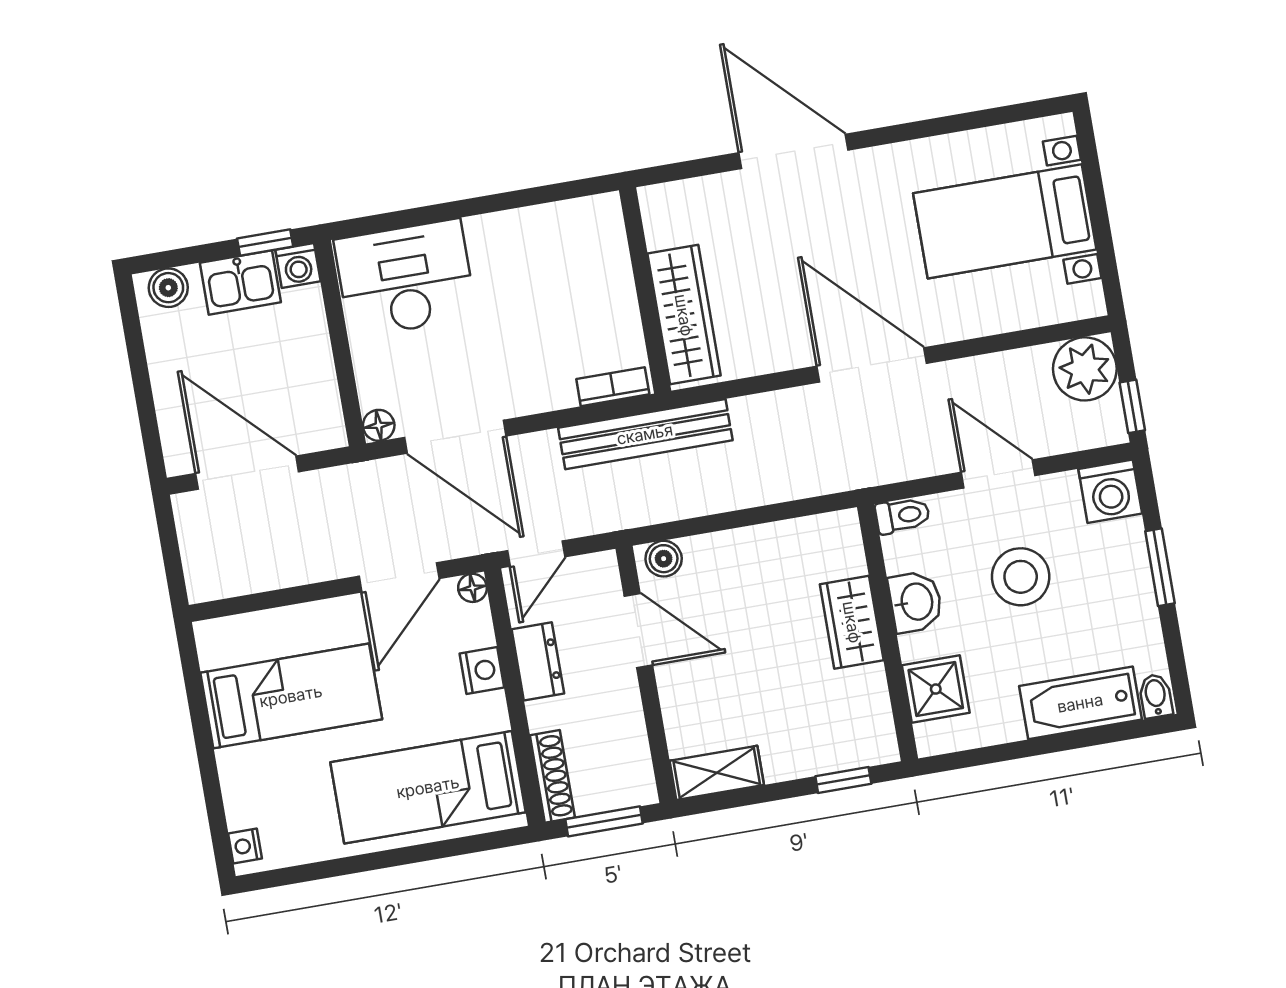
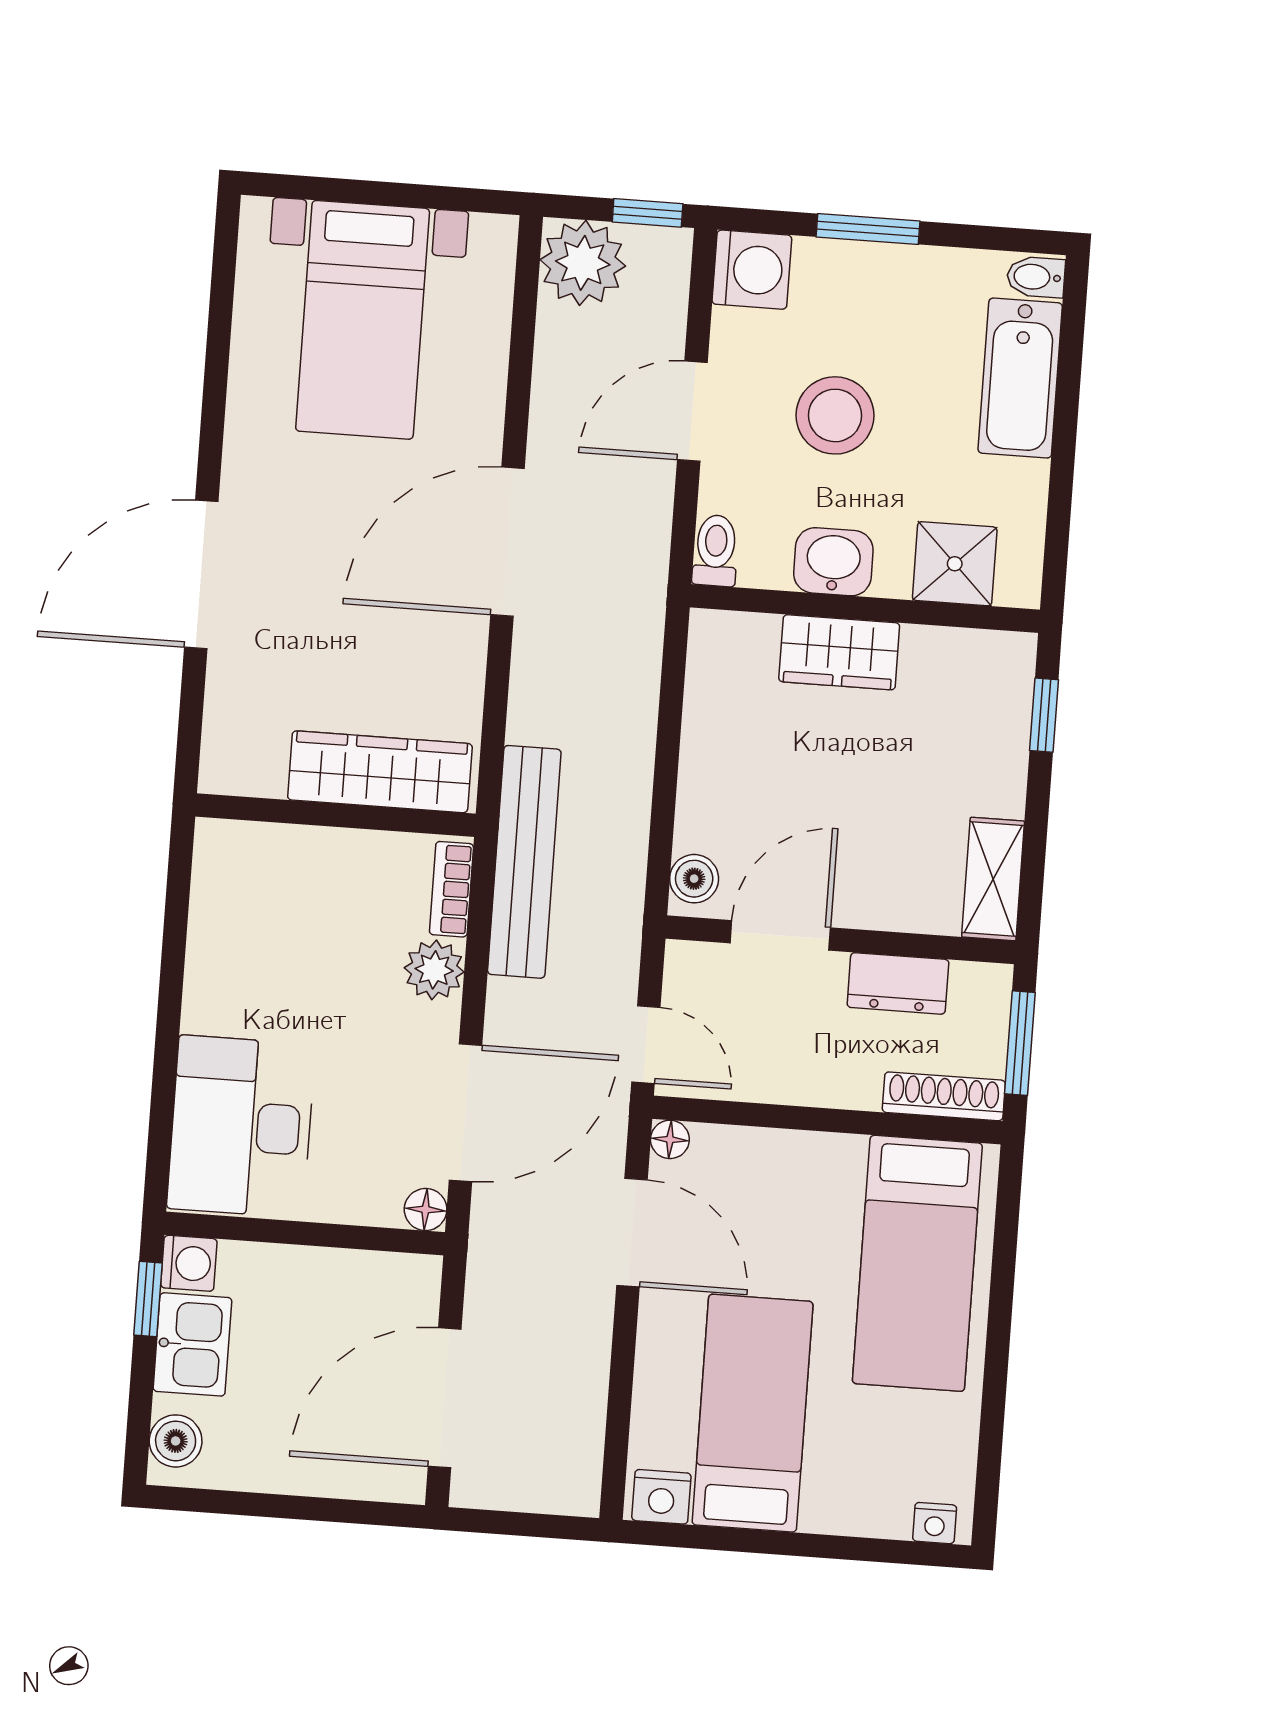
plant: (552, 389) -> (434, 970), added
dresser: (538, 661) -> (898, 983), moved, turned 180
nightstand: (482, 670) -> (661, 1497), moved, turned 180

